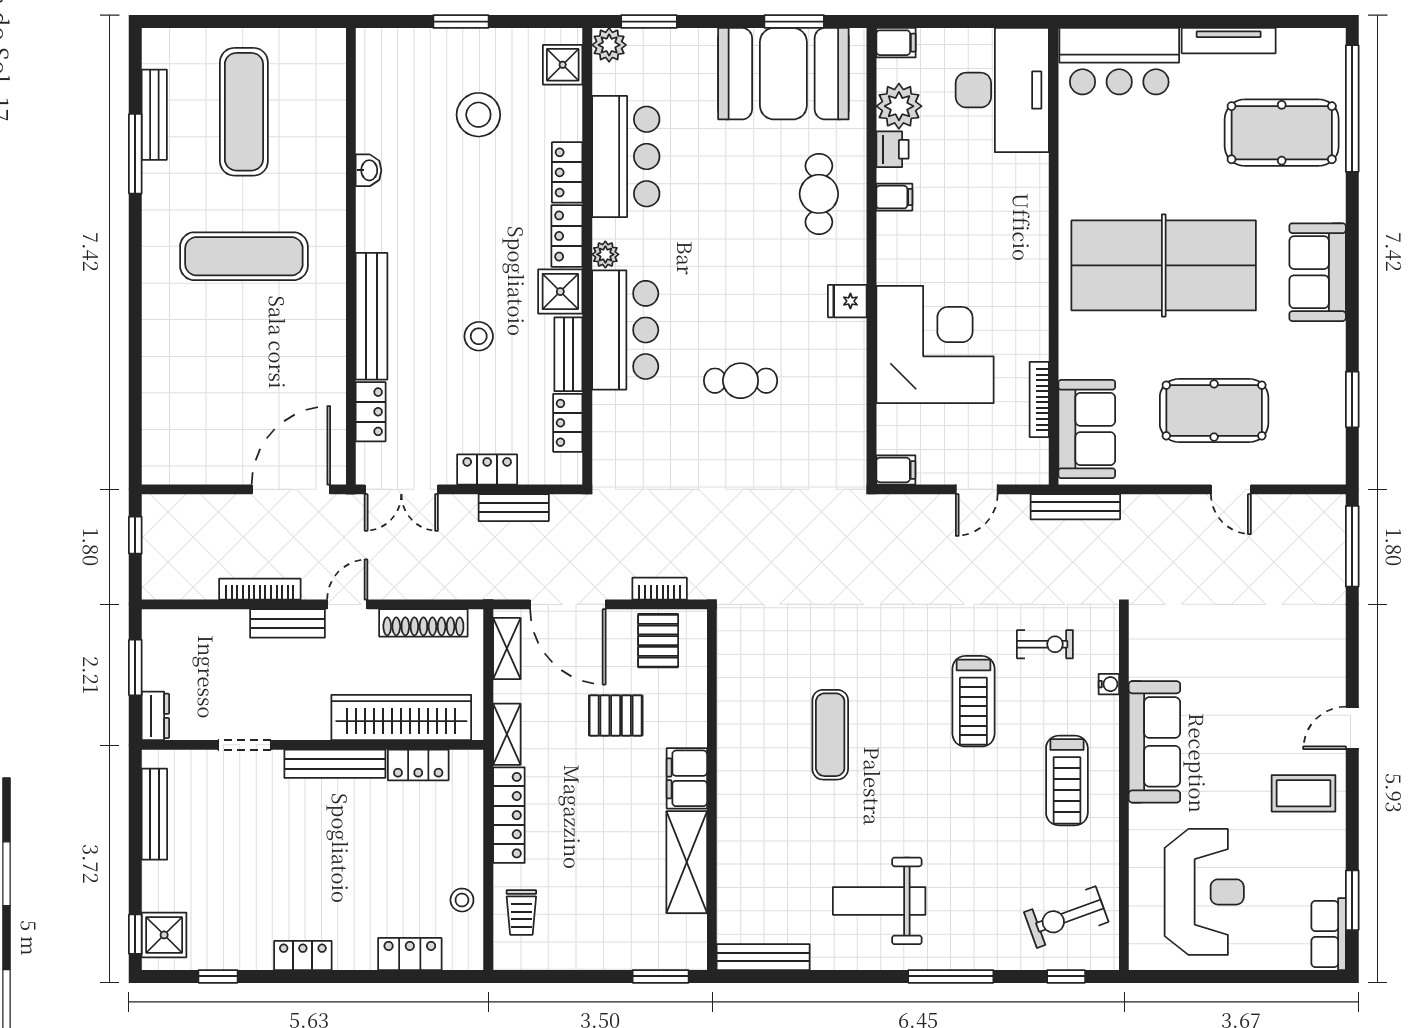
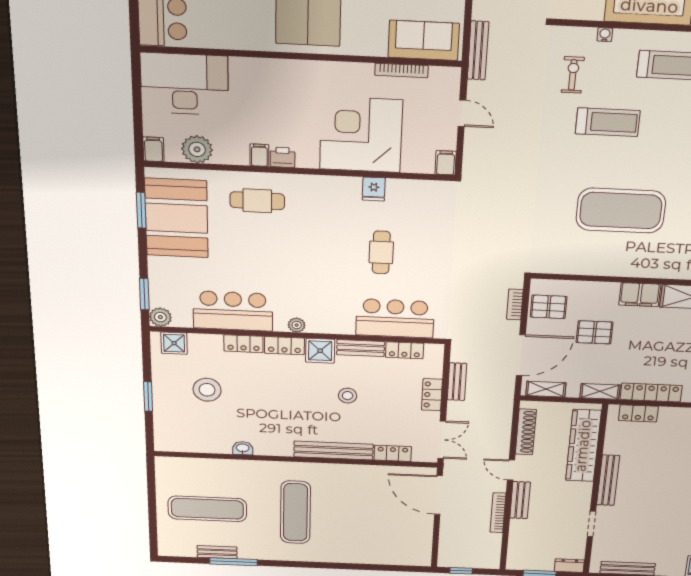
bench: (154, 115) -> (217, 552), width x0.73
printer: (893, 149) -> (283, 157), moved
fridge: (847, 301) -> (374, 189), moved
bar counter: (625, 330) -> (395, 318), moved
pallet: (616, 715) -> (595, 332), turned 90
exercise mat: (830, 735) -> (621, 211), width x2.00, depth x1.45
locker: (418, 765) -> (638, 413), moved, turned 90

